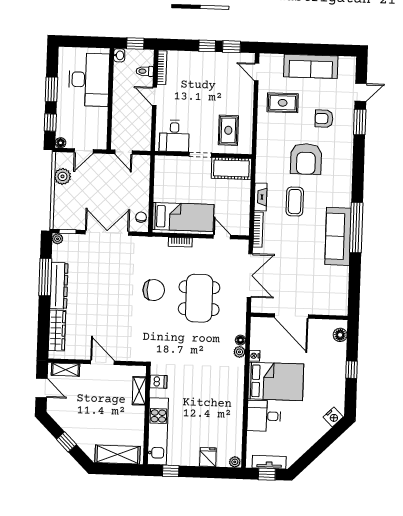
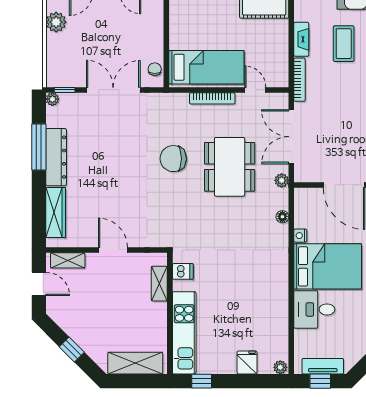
bookcase: (180, 242) -> (212, 98), width x1.56
double door: (250, 275) -> (291, 137), swing flipped
chair: (154, 290) -> (173, 159), turned 180
plant: (239, 352) -> (282, 180), moved

